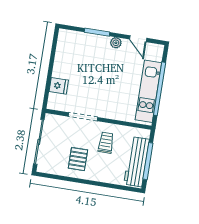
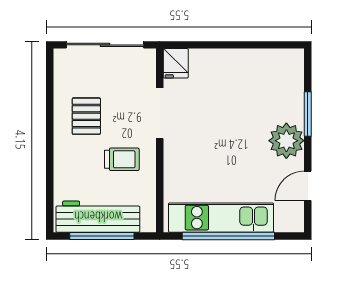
plant: (116, 43) -> (286, 141), width x1.87, depth x1.87
fridge: (59, 86) -> (176, 63), moved
pallet: (78, 159) -> (86, 116), turned 90

